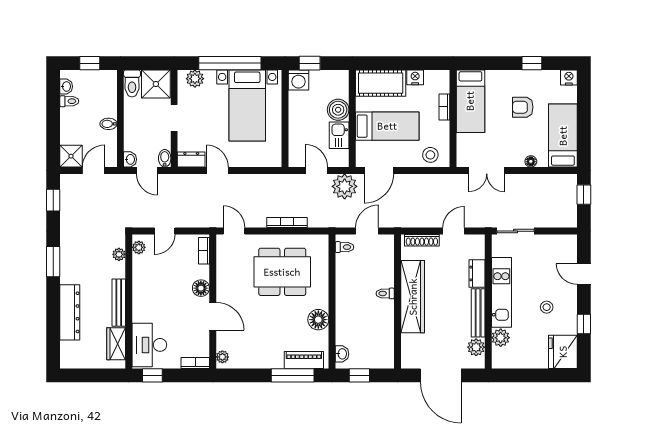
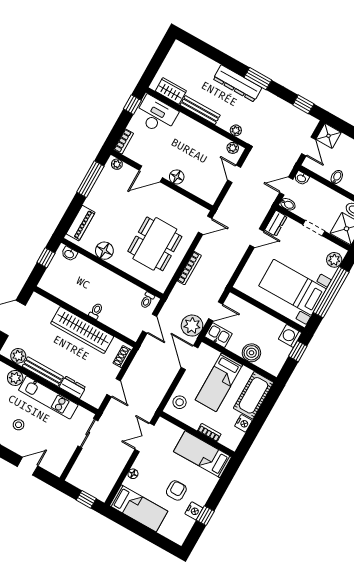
nightstand: (569, 77) -> (194, 511), moved
kitchen sink: (339, 135) -> (218, 335), moved
shoe rack: (422, 240) -> (122, 357), width x0.70
bookcase: (204, 251) -> (203, 195), removed
dresser: (70, 312) -> (237, 83), moved
window: (293, 375) -> (90, 179), moved

